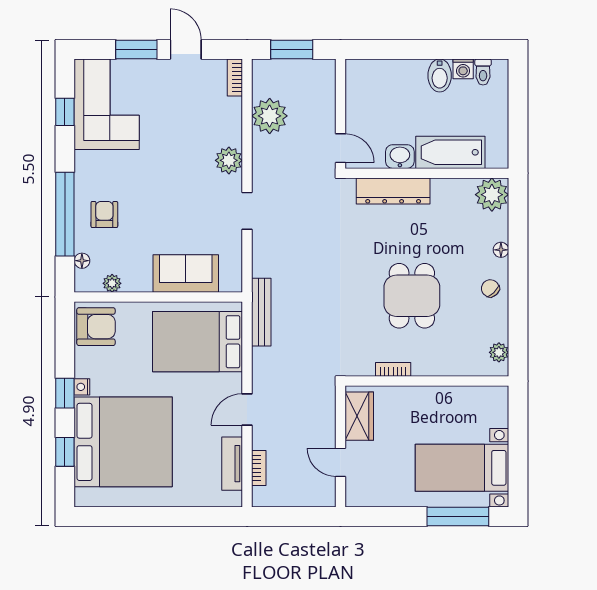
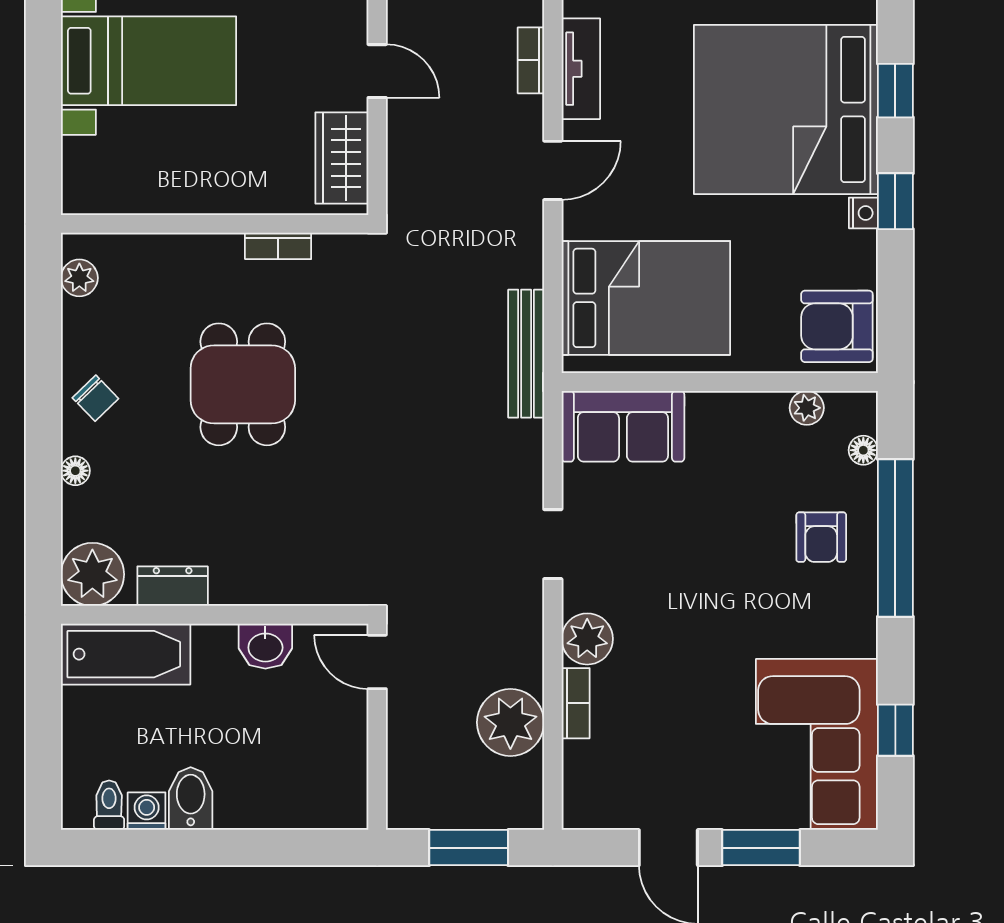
bookcase: (235, 77) -> (576, 703), moved
bathtub: (450, 152) -> (126, 654), moved
dresser: (393, 191) -> (173, 586), moved, width x0.51, depth x0.80
sofa: (186, 273) -> (623, 426), moved

